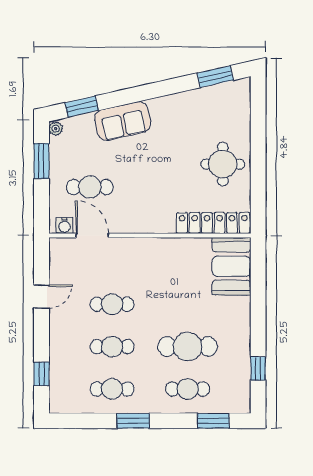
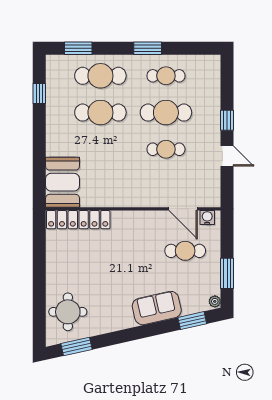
round table: (223, 164) -> (68, 312), moved
door: (42, 296) -> (227, 156), swing flipped
cafe table: (112, 347) -> (166, 113), width x1.37, depth x1.35
window: (42, 374) -> (227, 120), moved
cafe table: (188, 389) -> (100, 76), width x1.37, depth x1.35

